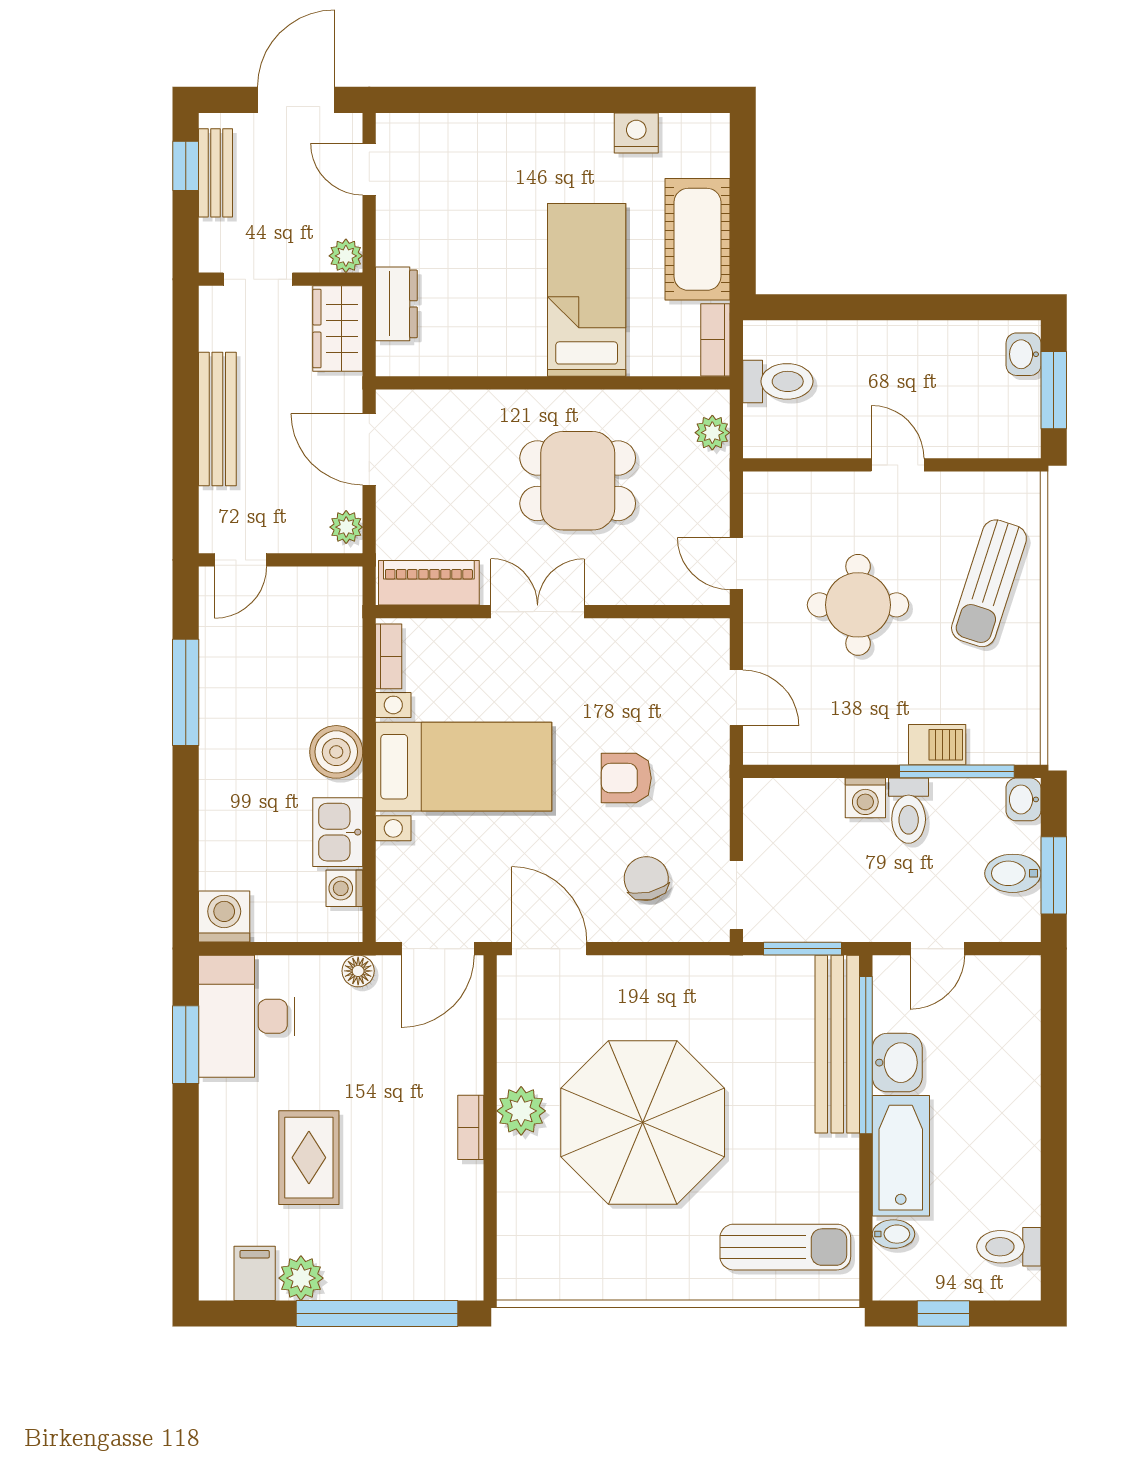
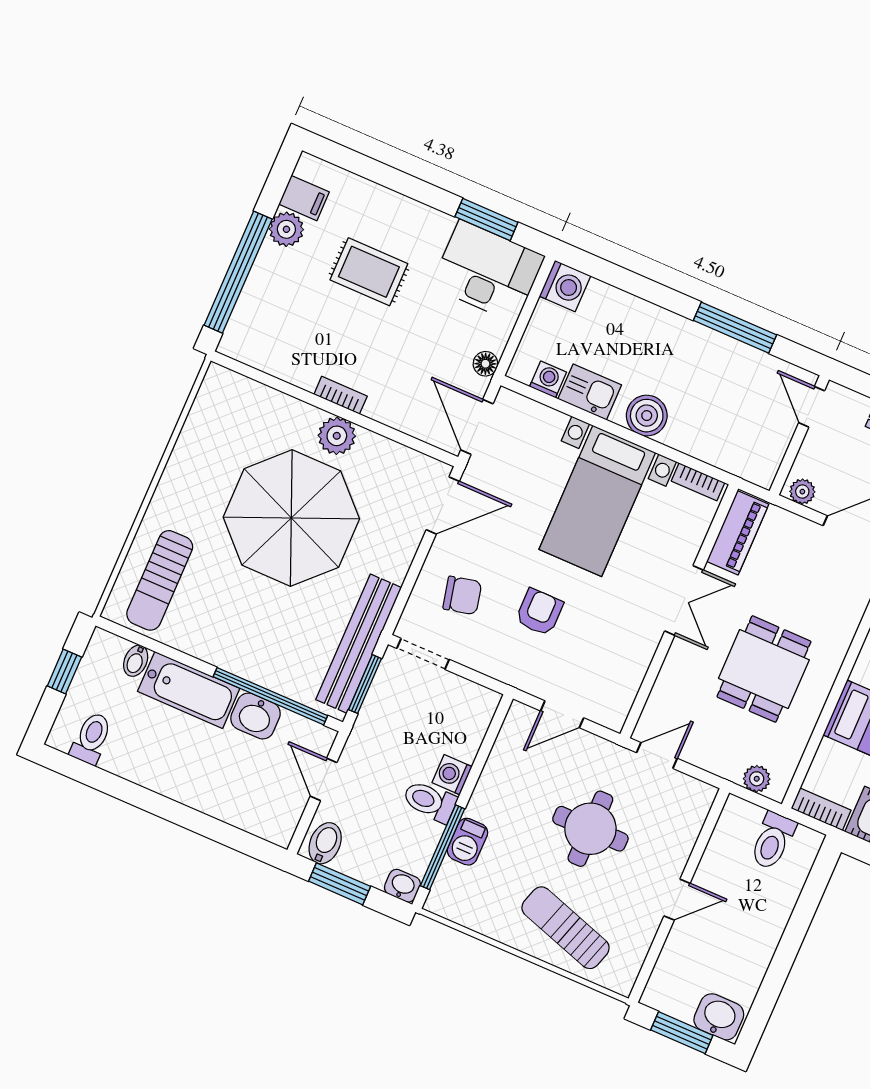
washbasin: (1023, 354) -> (719, 1017), width x1.38, depth x1.45
bidet: (1013, 873) -> (325, 843), moved
bench: (837, 1044) -> (359, 644), moved, turned 90

